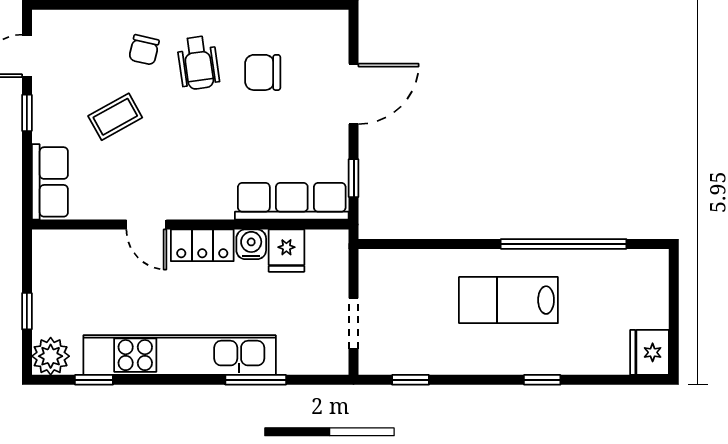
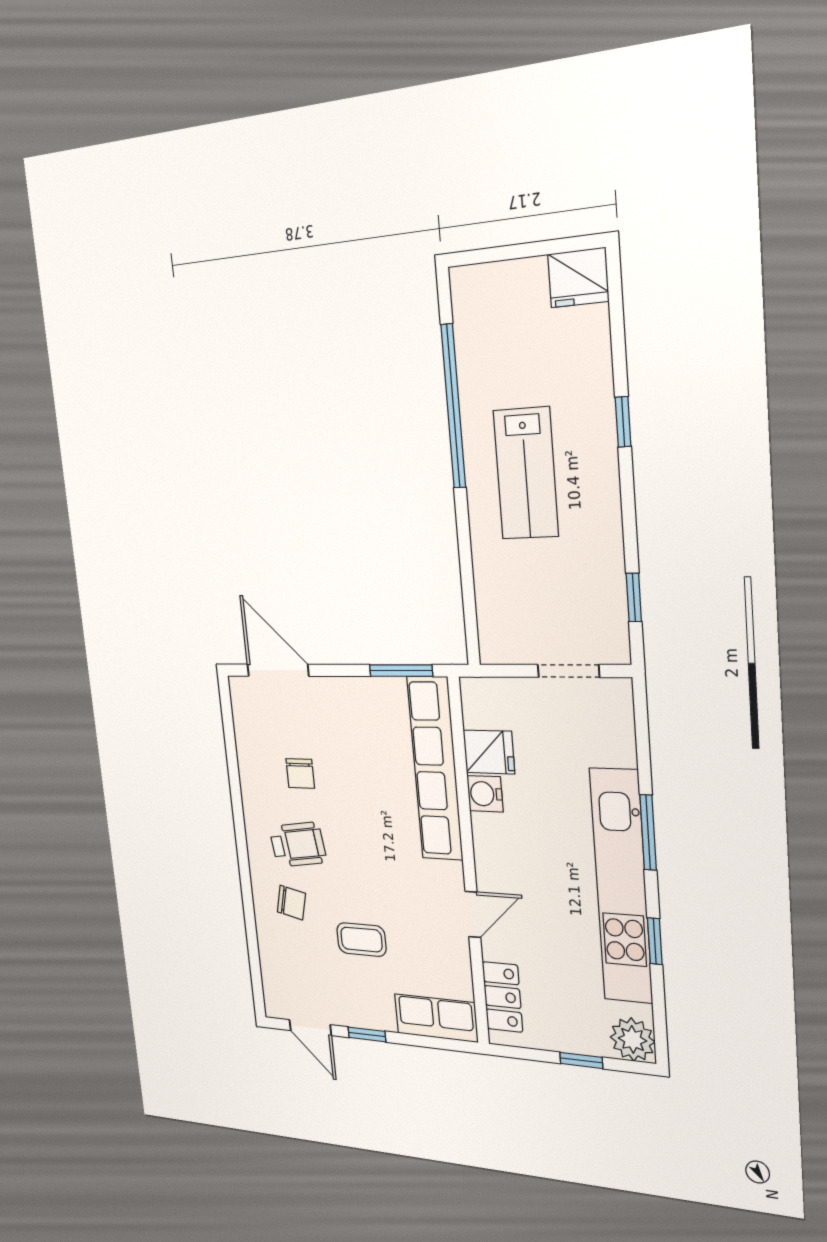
chair: (263, 72) -> (300, 773), width x0.73, depth x0.73
door: (354, 94) -> (278, 670), moved
coffee table: (115, 117) -> (361, 940), turned -61
window: (354, 178) -> (401, 671), width x1.50
row of seats: (292, 201) -> (435, 769), width x1.36
locker: (202, 245) -> (502, 997), moved
window: (94, 380) -> (655, 941), moved
window: (256, 380) -> (648, 833), moved

